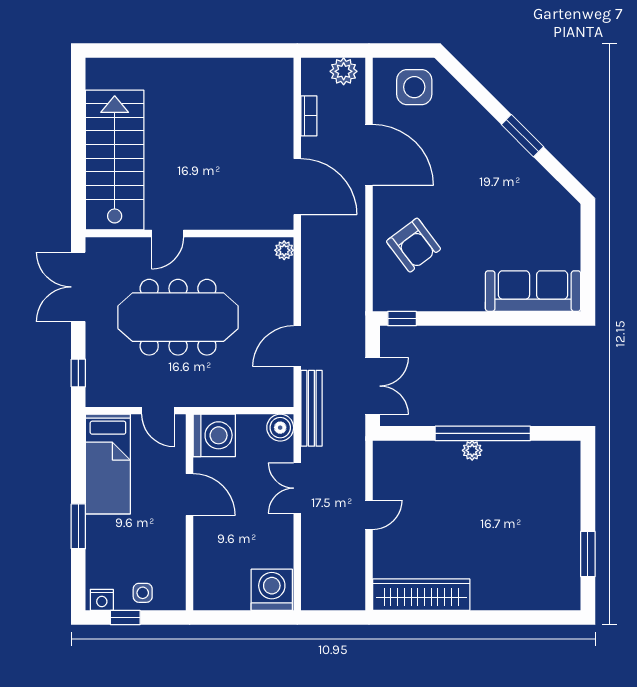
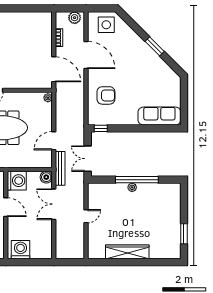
armchair: (414, 245) -> (106, 95), turned -53
double door: (373, 386) -> (88, 159), swing flipped
double door: (297, 488) -> (54, 204), width x1.37
washing machine: (272, 590) -> (20, 250), moved
wardrobe: (421, 595) -> (127, 252), moved

